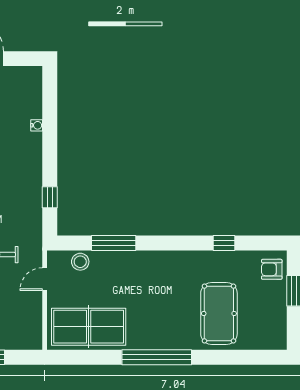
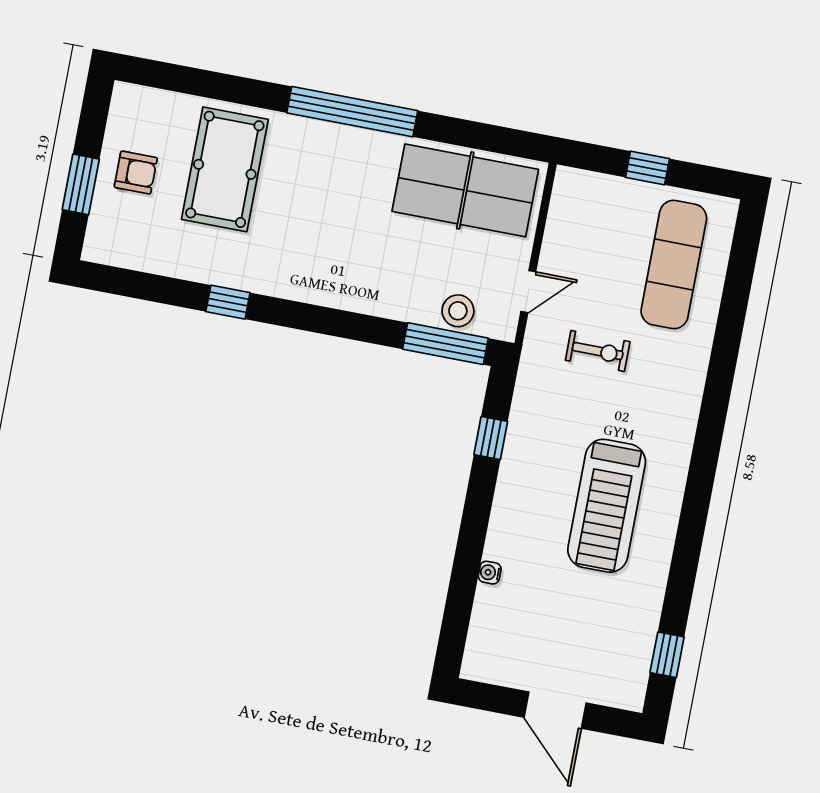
window: (114, 243) -> (445, 344), moved
window: (224, 243) -> (228, 302), moved
armchair: (272, 269) -> (136, 173), moved

